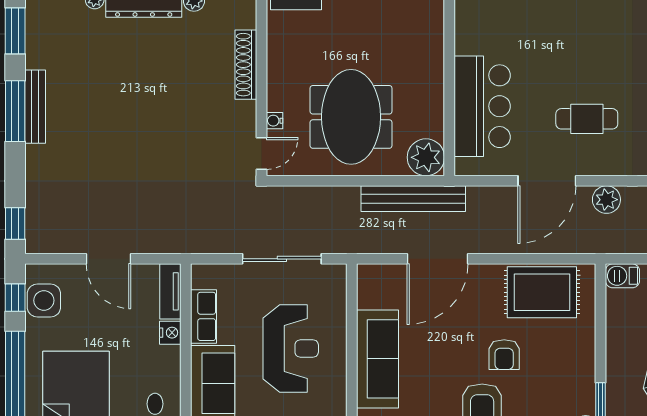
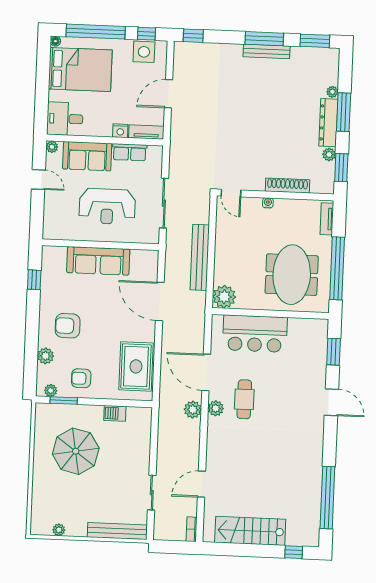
meeting table: (351, 117) -> (292, 275), moved, turned 90
water cooler: (275, 121) -> (268, 203), moved
plant: (603, 163) -> (216, 408), added
bench: (413, 199) -> (200, 257), moved
barbecue: (622, 276) -> (115, 413), moved, turned -90
armchair: (504, 355) -> (81, 378), moved

